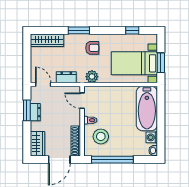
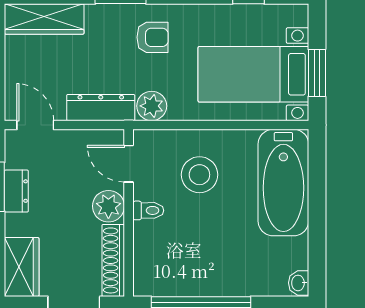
dresser: (66, 77) -> (101, 108), width x1.44
plant: (74, 118) -> (108, 206), added
stool: (101, 136) -> (199, 175), moved
washing machine: (152, 137) -> (295, 252), removed

